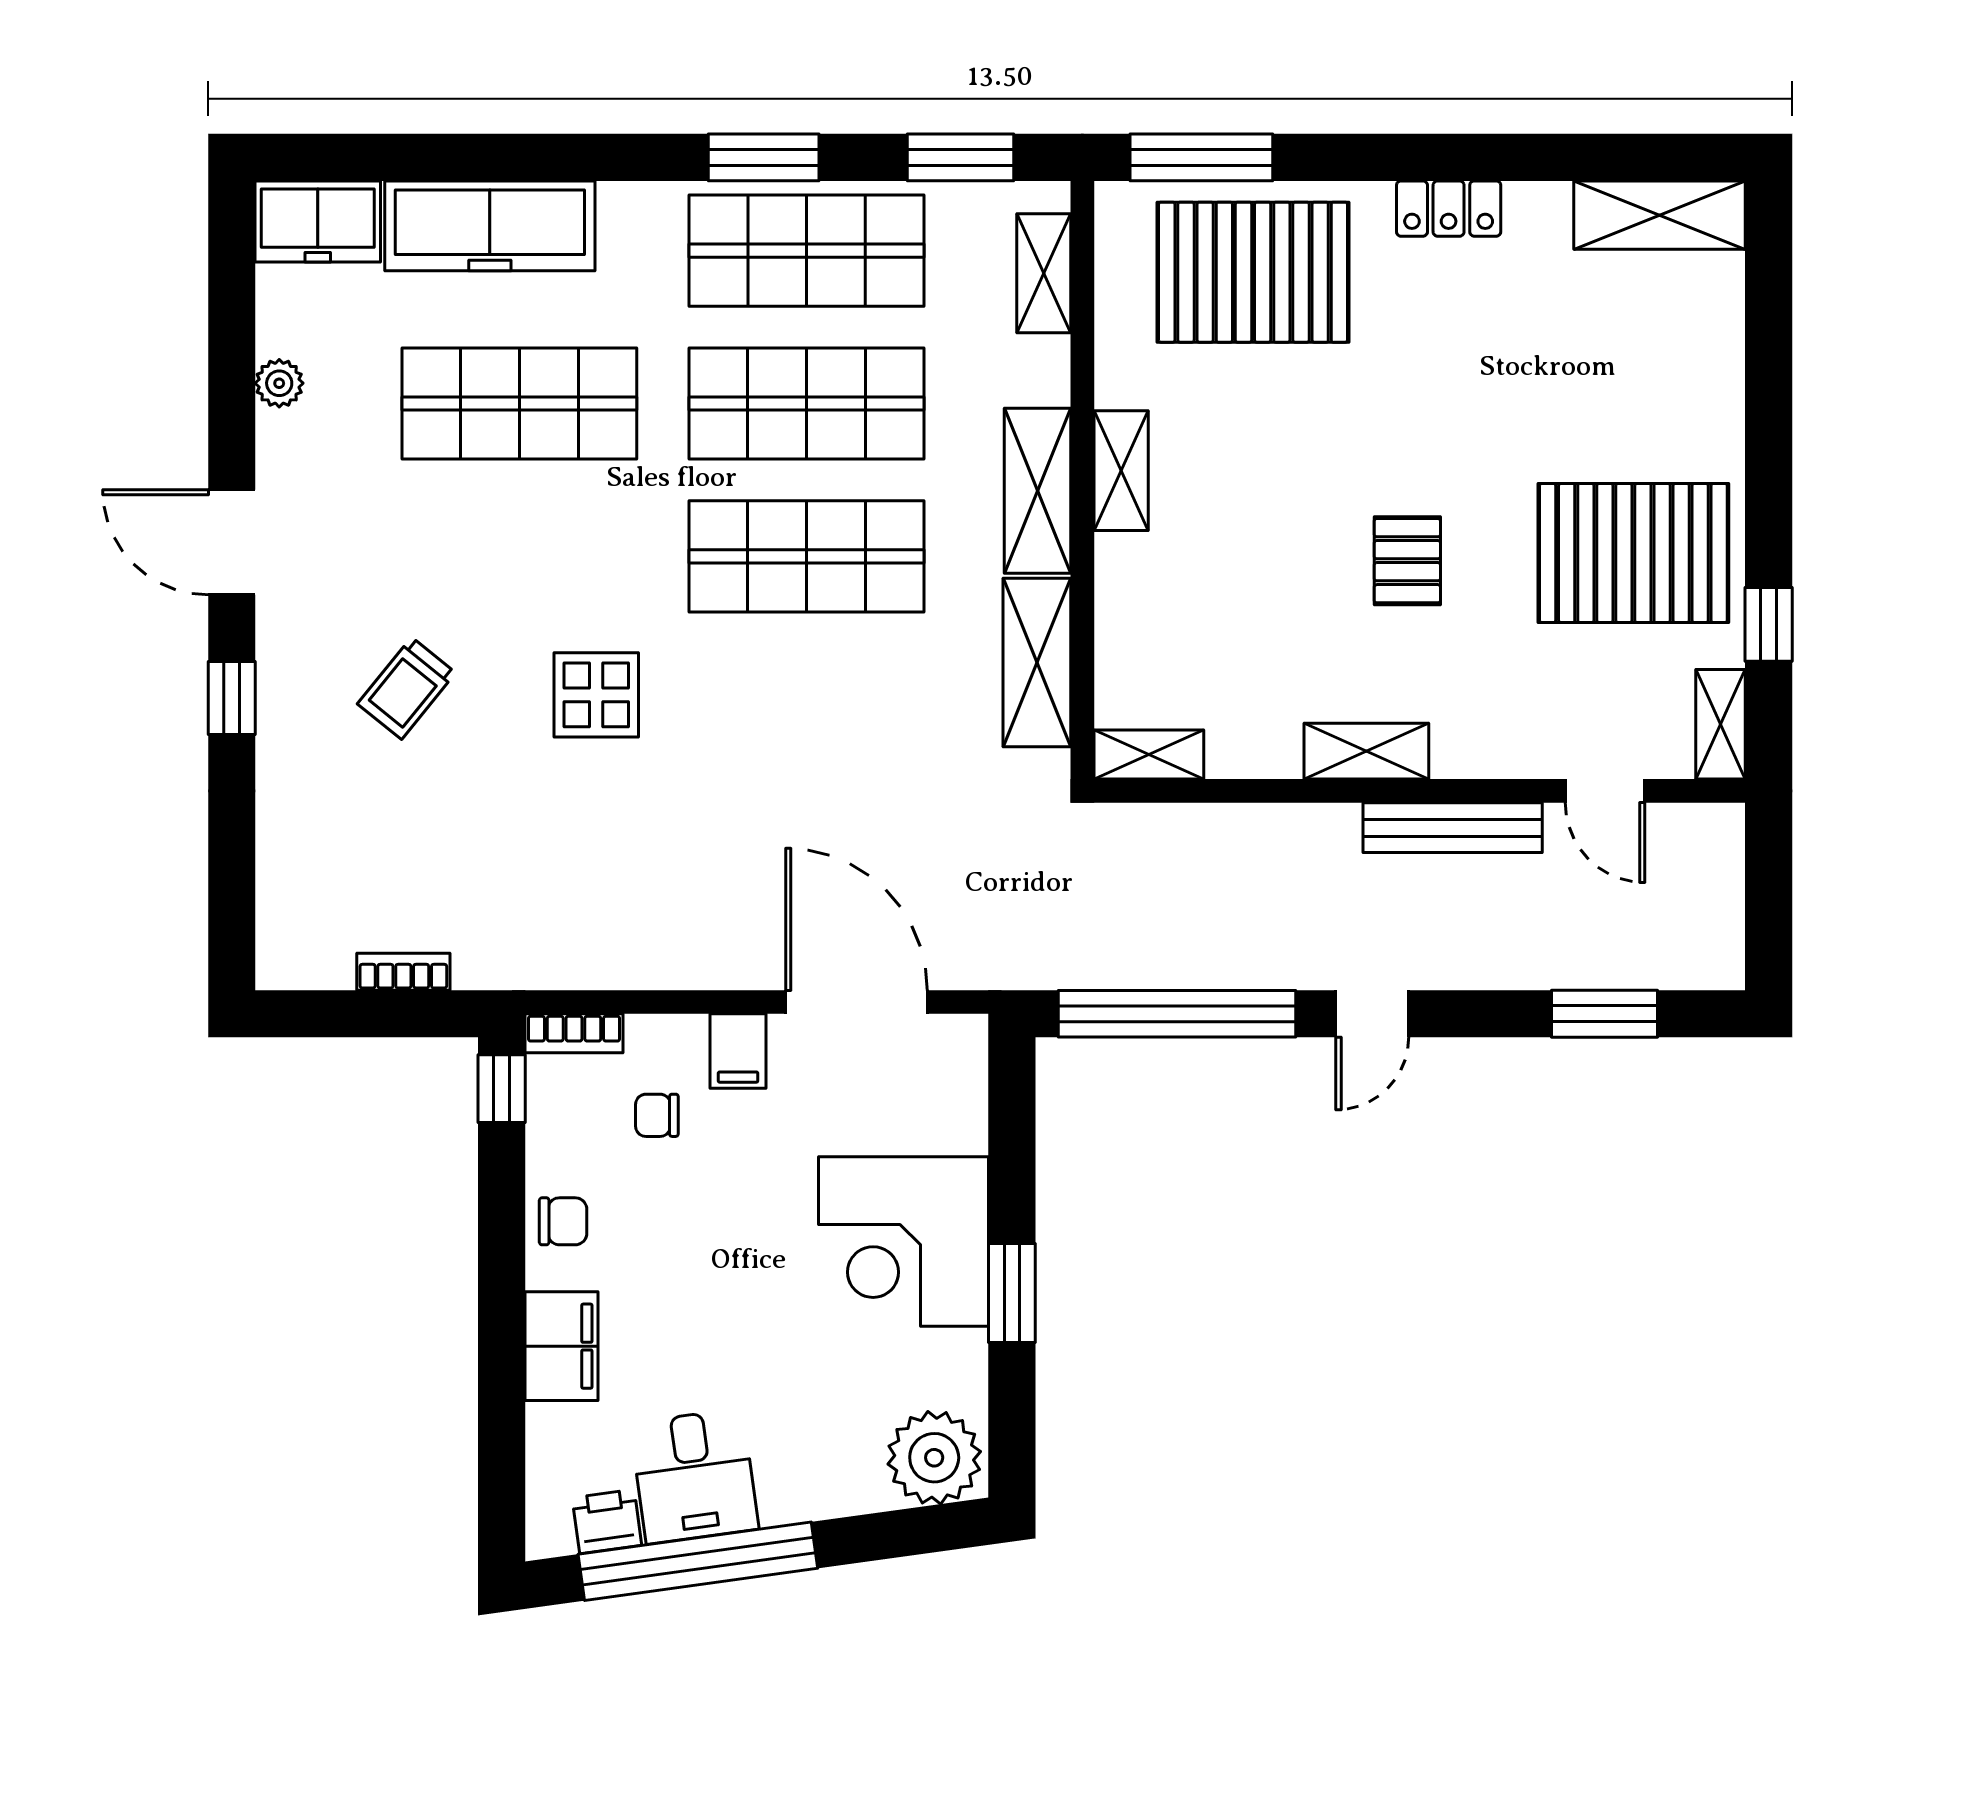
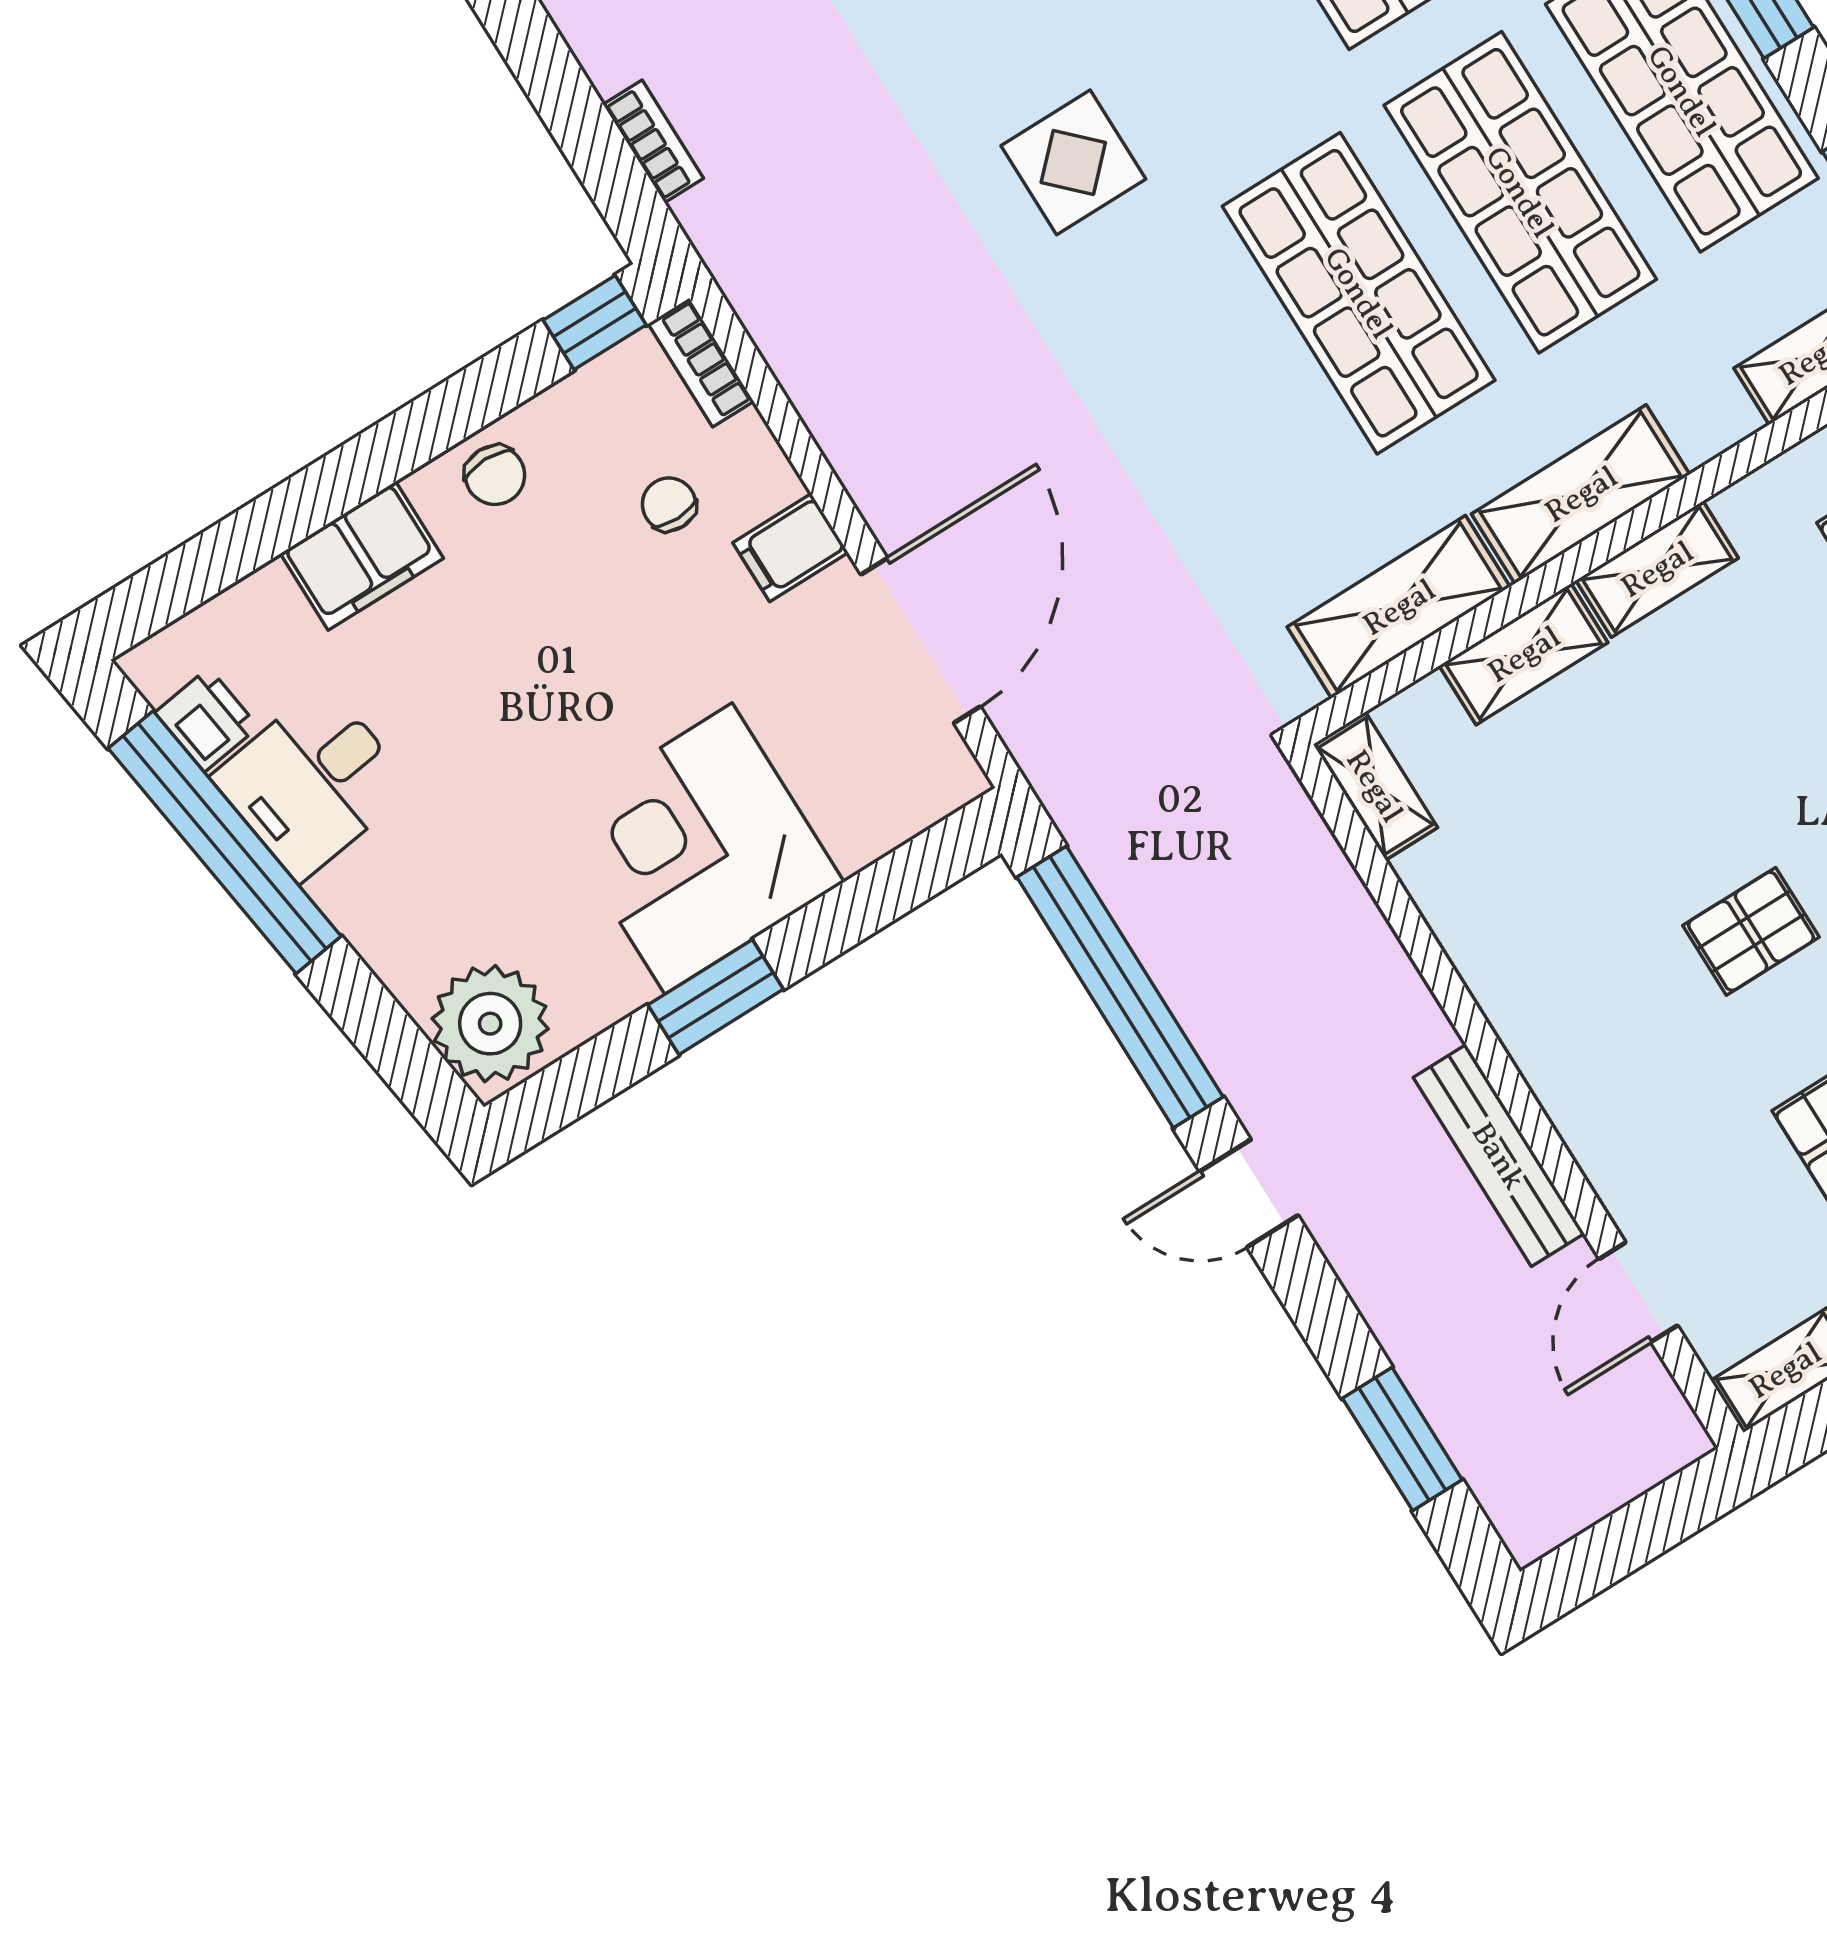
shelving: (1366, 751) -> (1524, 654), moved, turned 90

